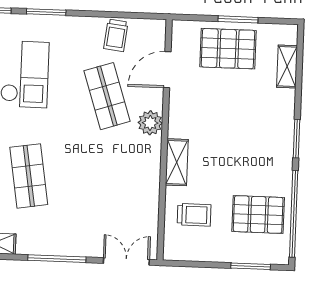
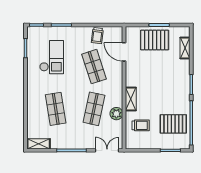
door: (167, 70) -> (124, 52), hinge flipped
plant: (150, 123) -> (116, 114), moved
shop shelf: (104, 179) -> (94, 109), added

